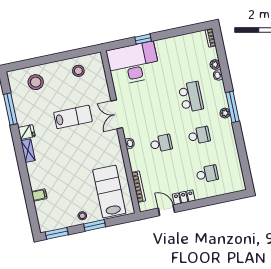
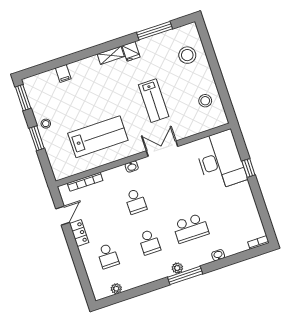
plant: (215, 64) -> (116, 289), moved
lab bench: (109, 192) -> (98, 137), moved

